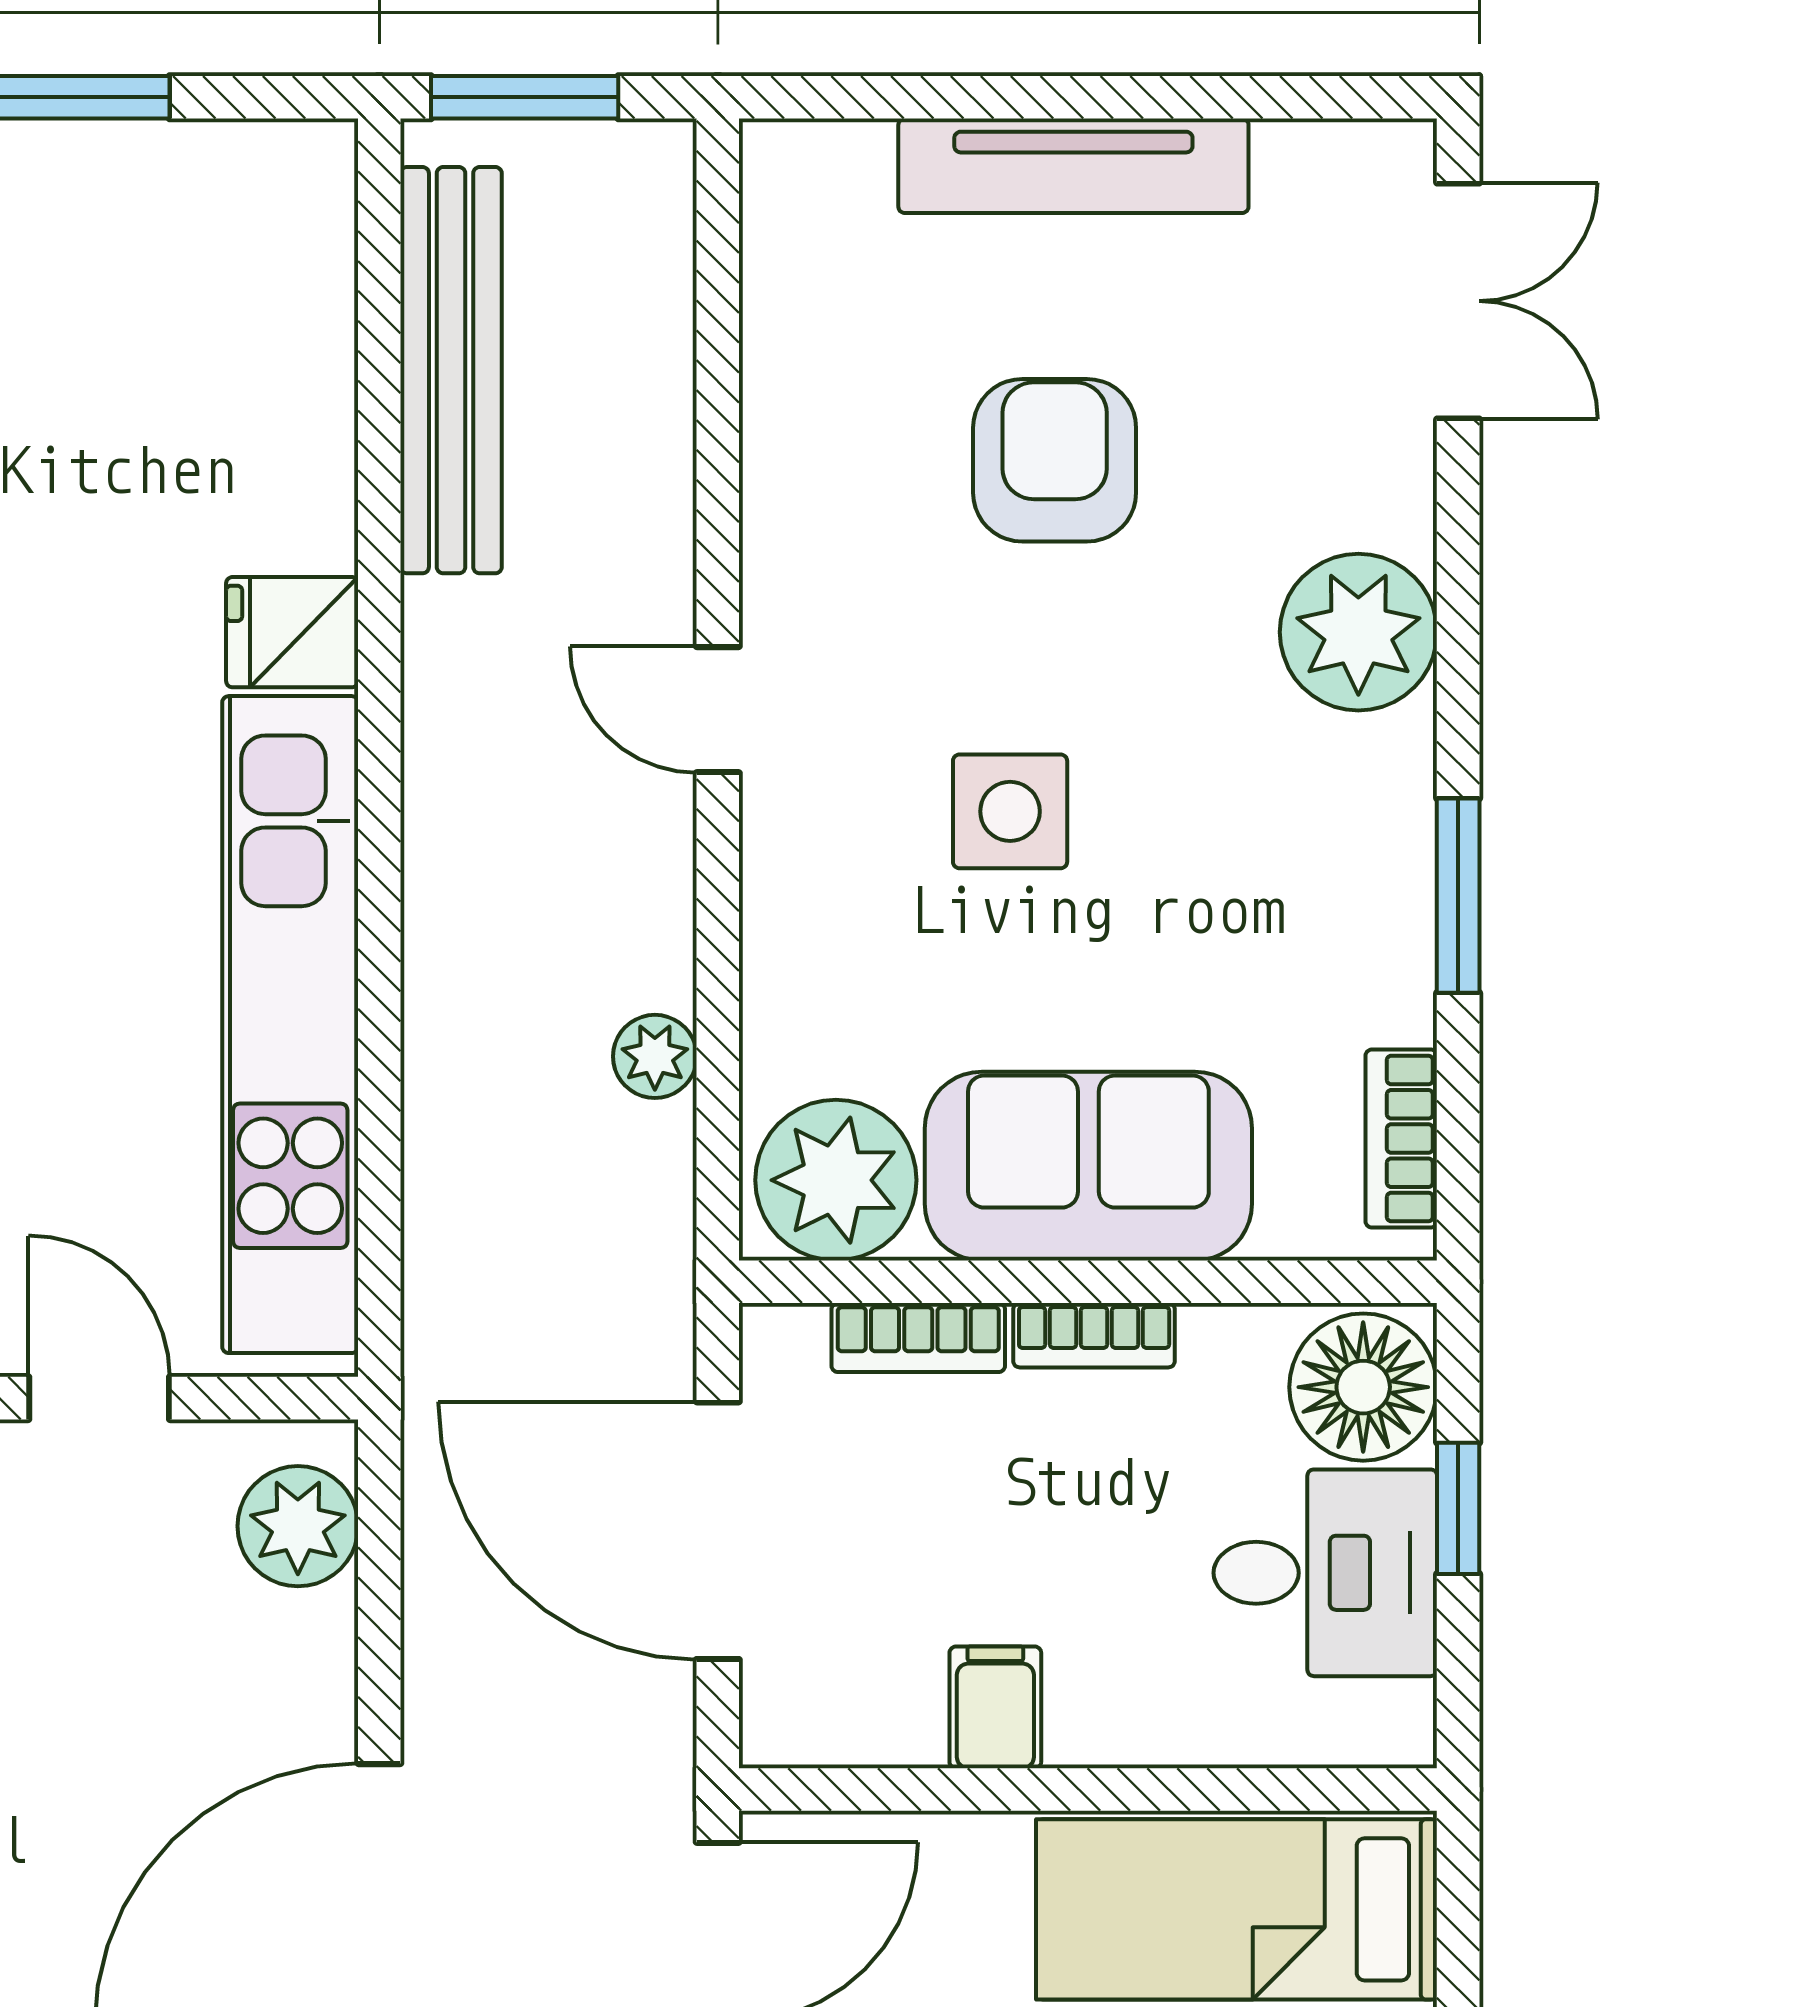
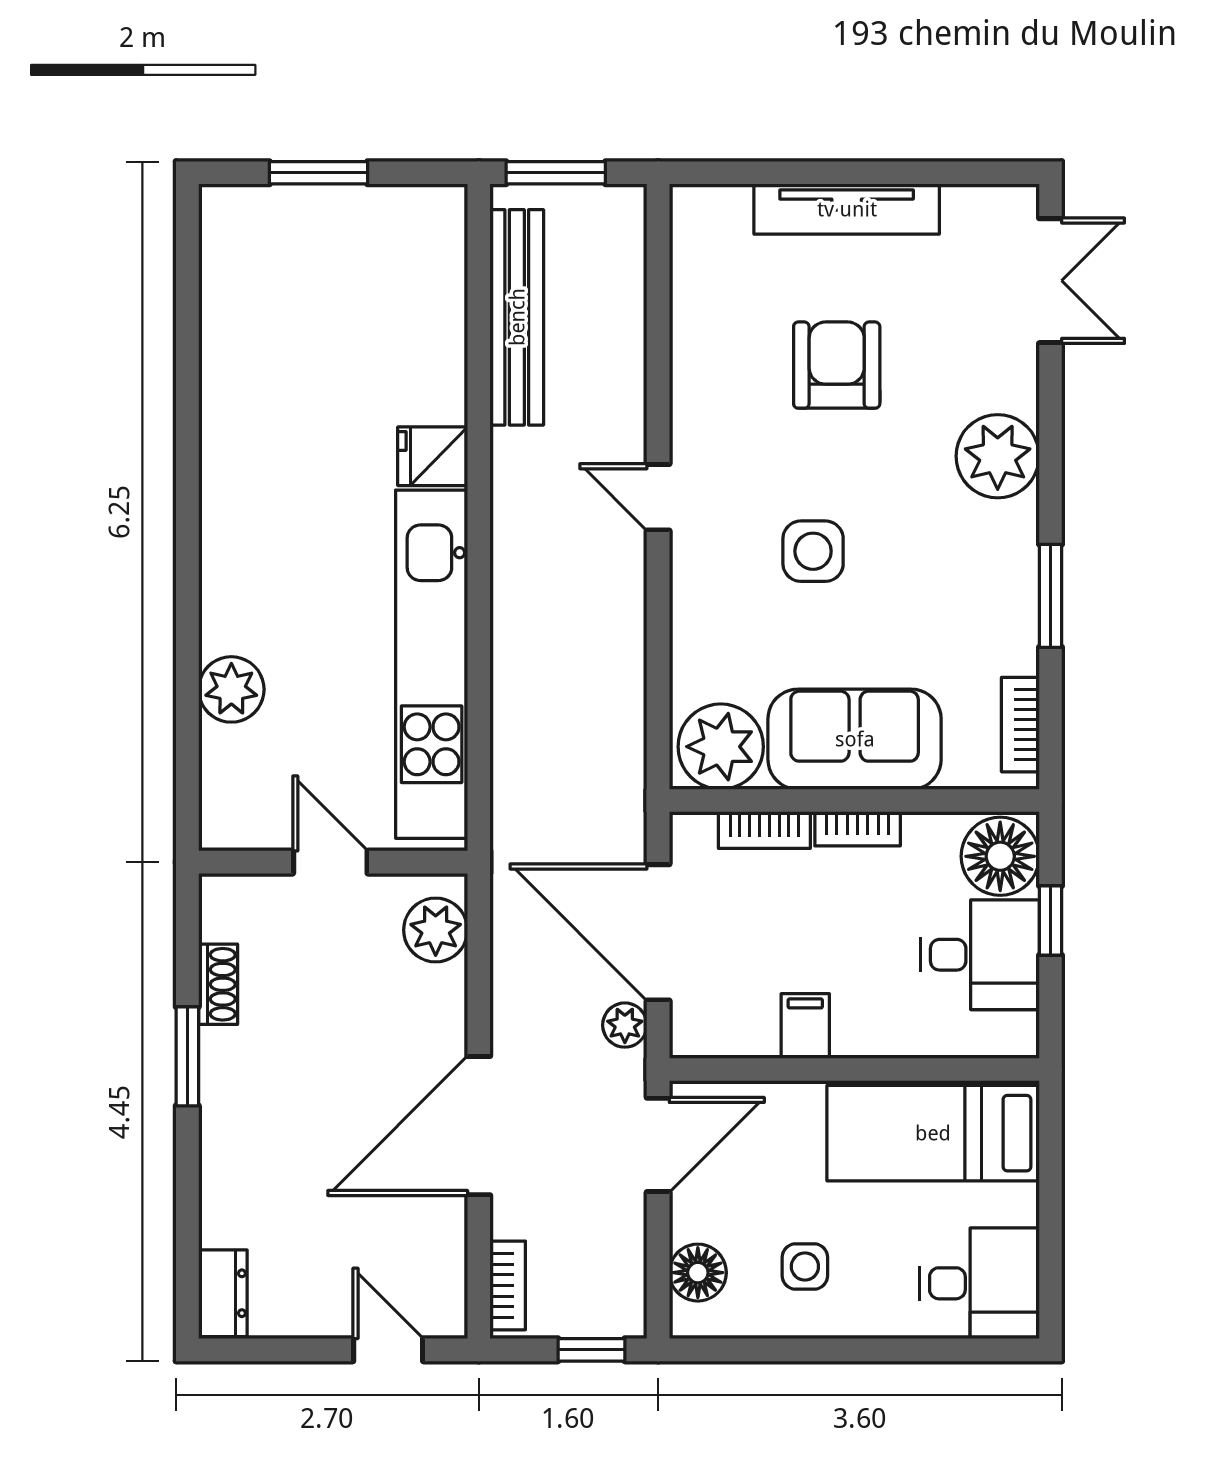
plant: (655, 1056) -> (625, 1025), moved

